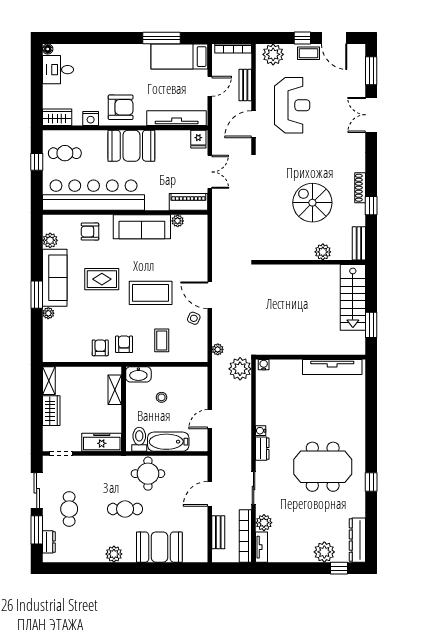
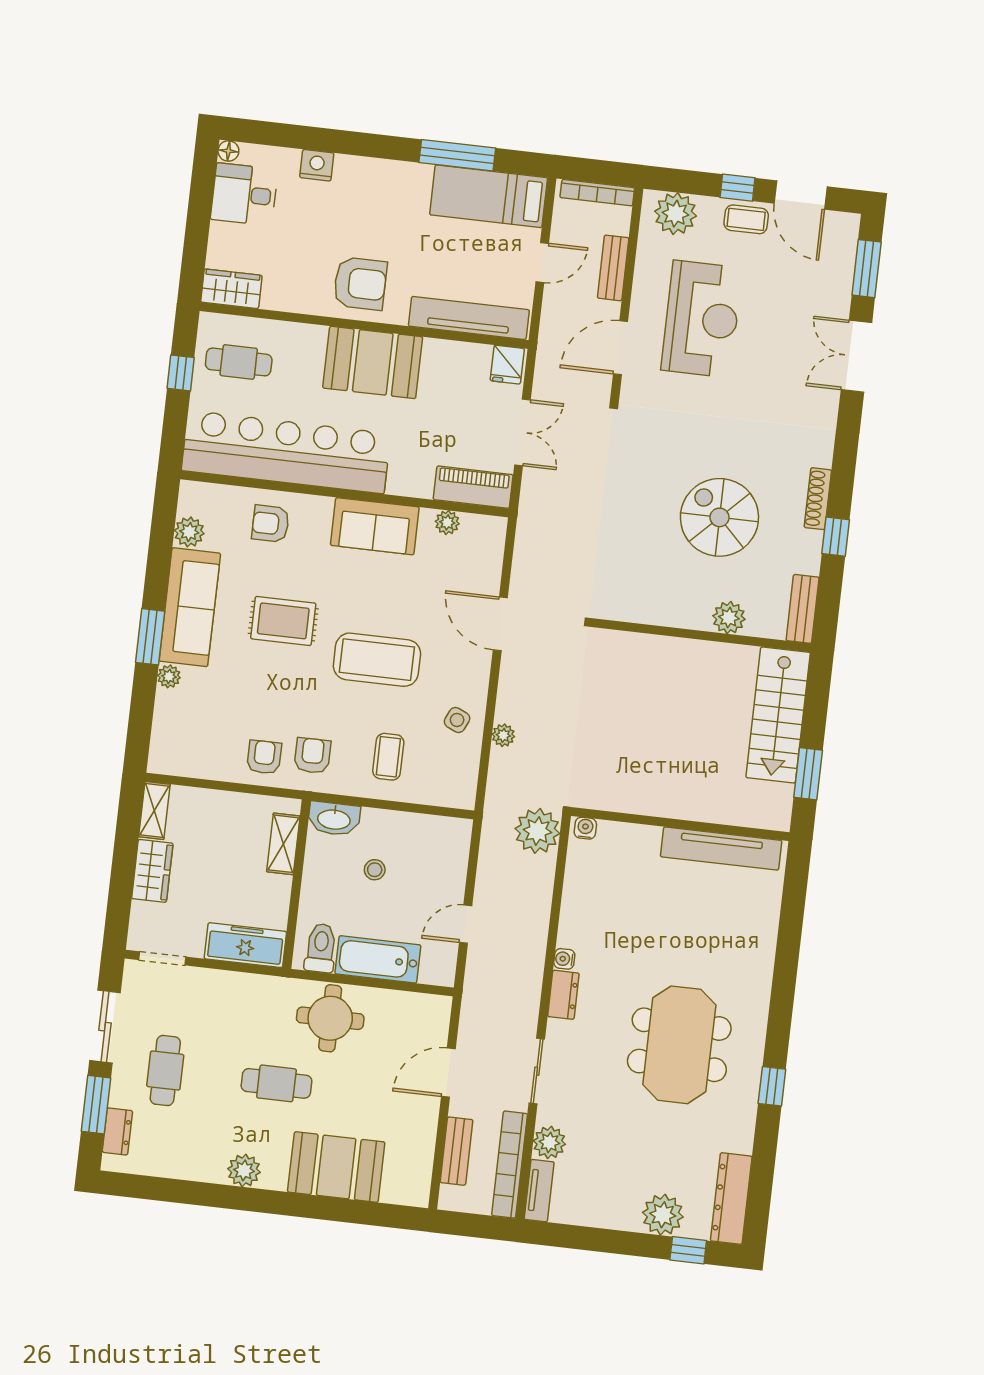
nightstand: (91, 119) -> (317, 165), moved, turned 180
sofa: (142, 227) -> (375, 526), width x0.73
door: (210, 295) -> (500, 624), moved
plant: (218, 349) -> (503, 735), moved
meeting table: (323, 467) -> (679, 1045), turned 90

